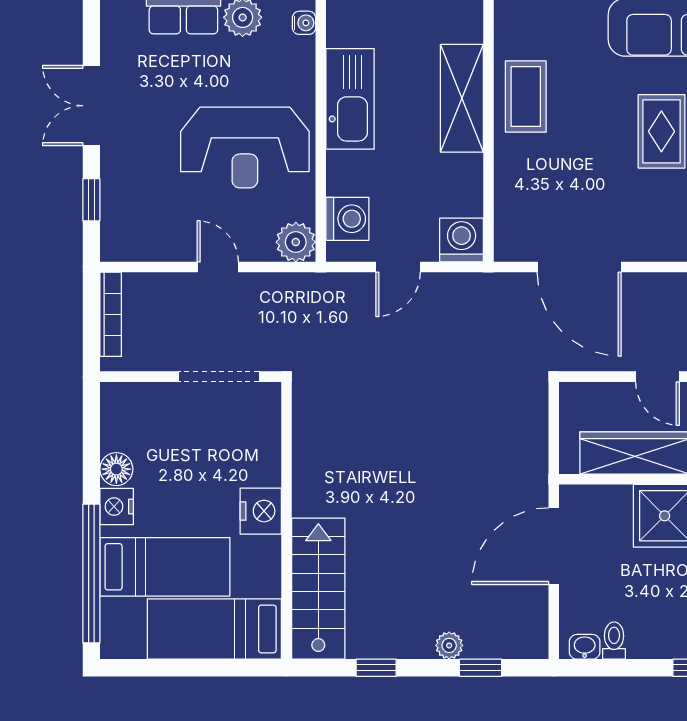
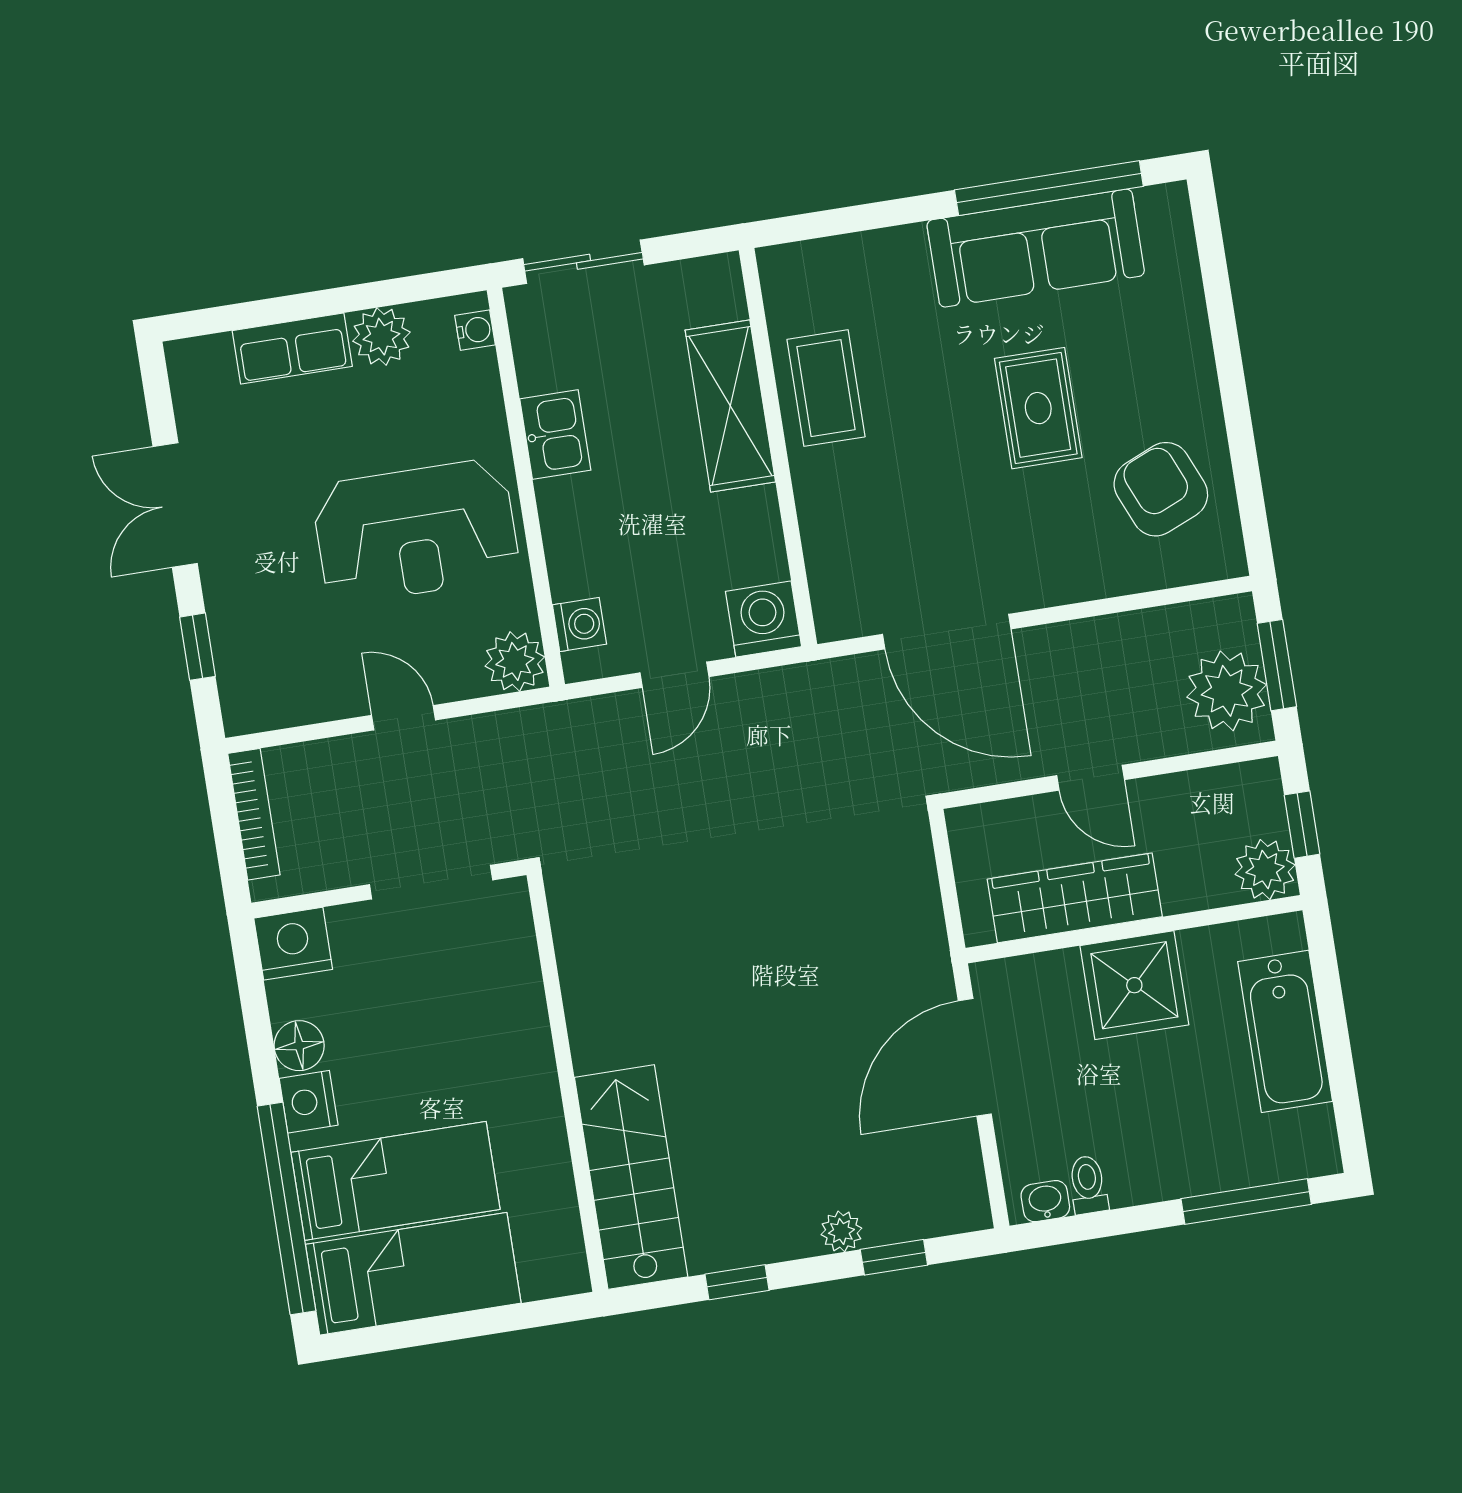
kitchen sink: (350, 99) -> (555, 434), width x0.53, depth x0.81
washing machine: (347, 219) -> (579, 624), width x0.73, depth x0.73
nightstand: (261, 511) -> (293, 944), moved, turned -90
bed: (214, 629) -> (413, 1274), moved, turned 180

